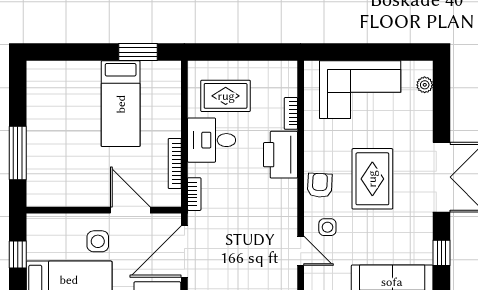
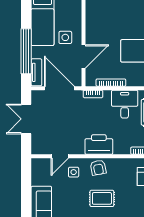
printer: (280, 155) -> (99, 145), moved
rug: (372, 179) -> (102, 198), width x0.73, depth x0.70
armchair: (320, 185) -> (98, 168), turned 76

